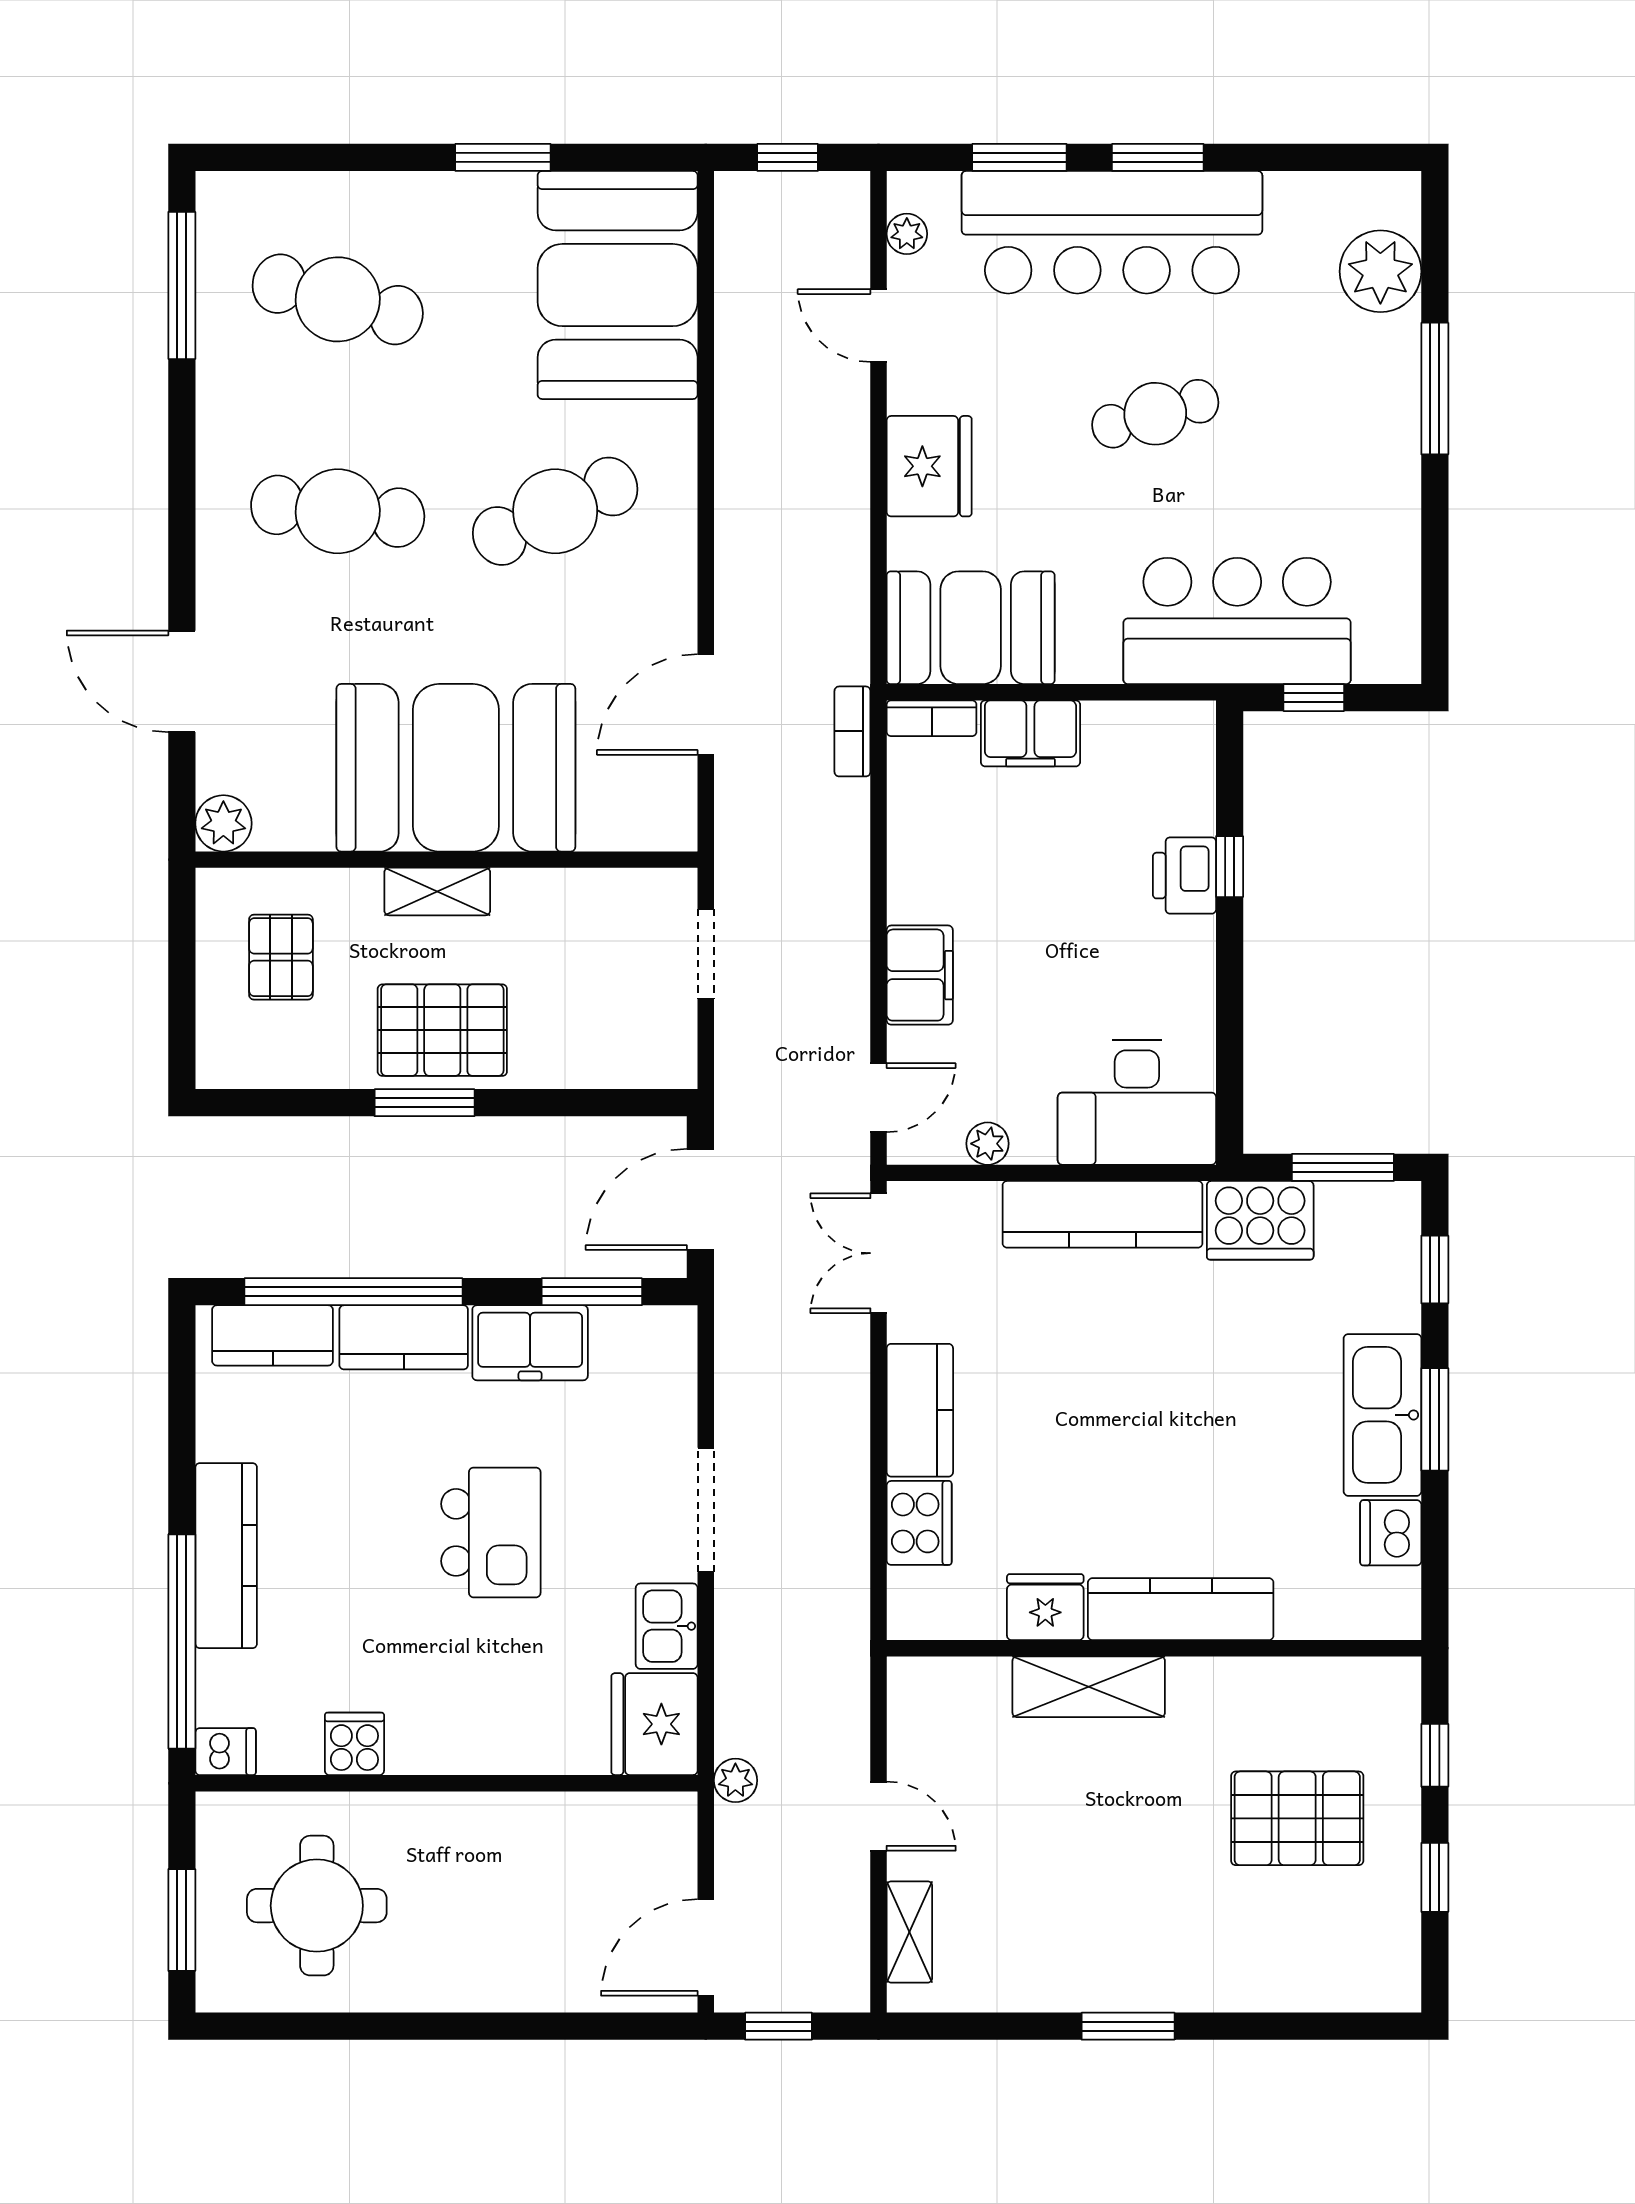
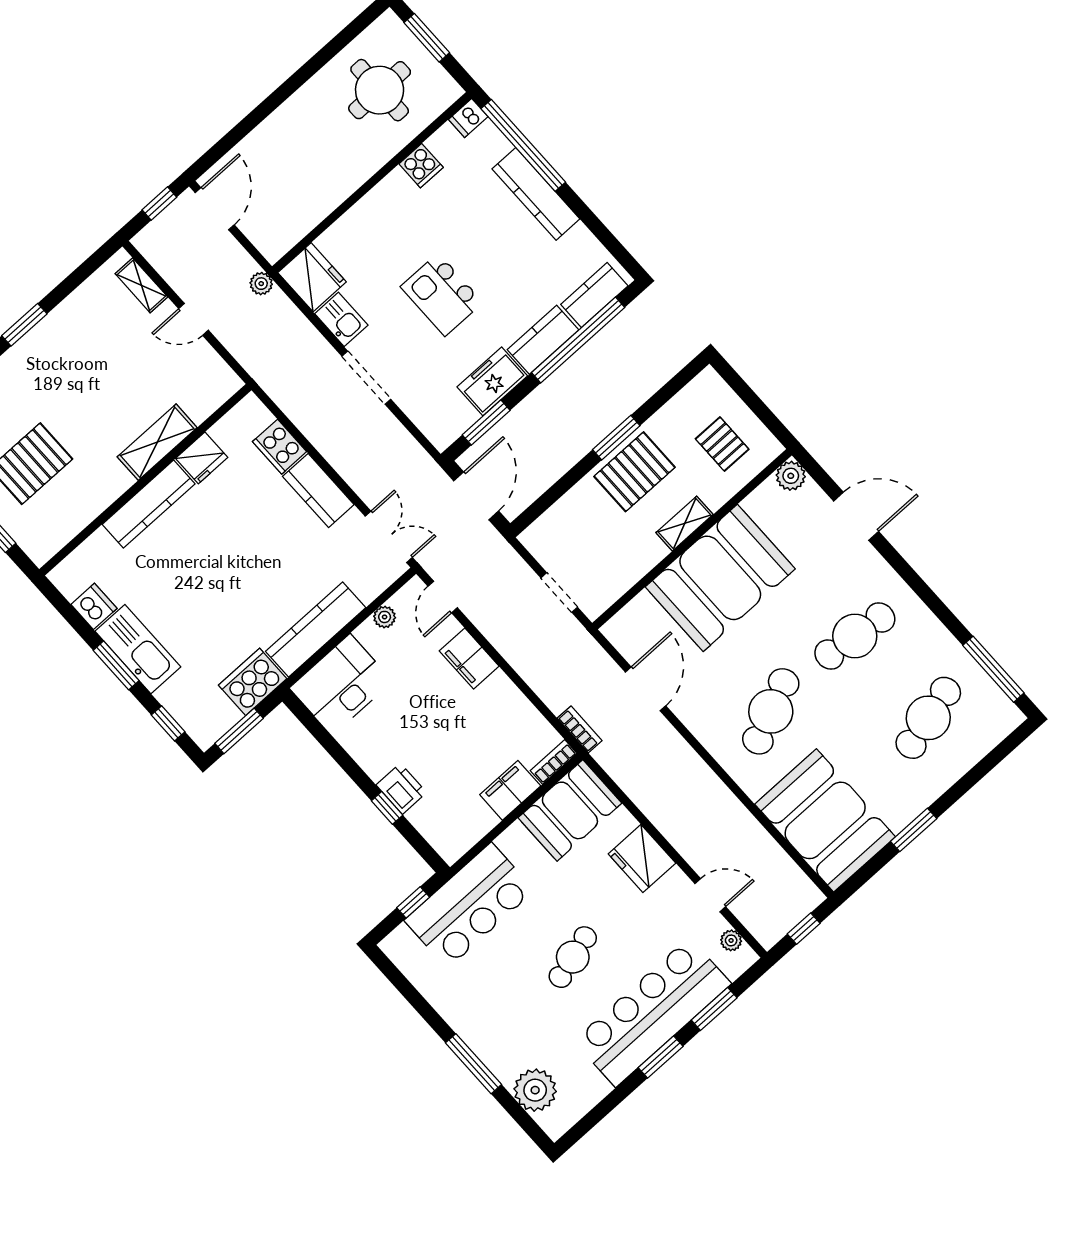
cafe table: (338, 299) -> (928, 718), turned -30

